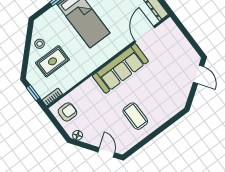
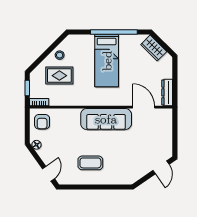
door: (145, 34) -> (144, 107), hinge flipped
armchair: (67, 112) -> (42, 122), turned 90
coffee table: (135, 116) -> (90, 163), turned 90

